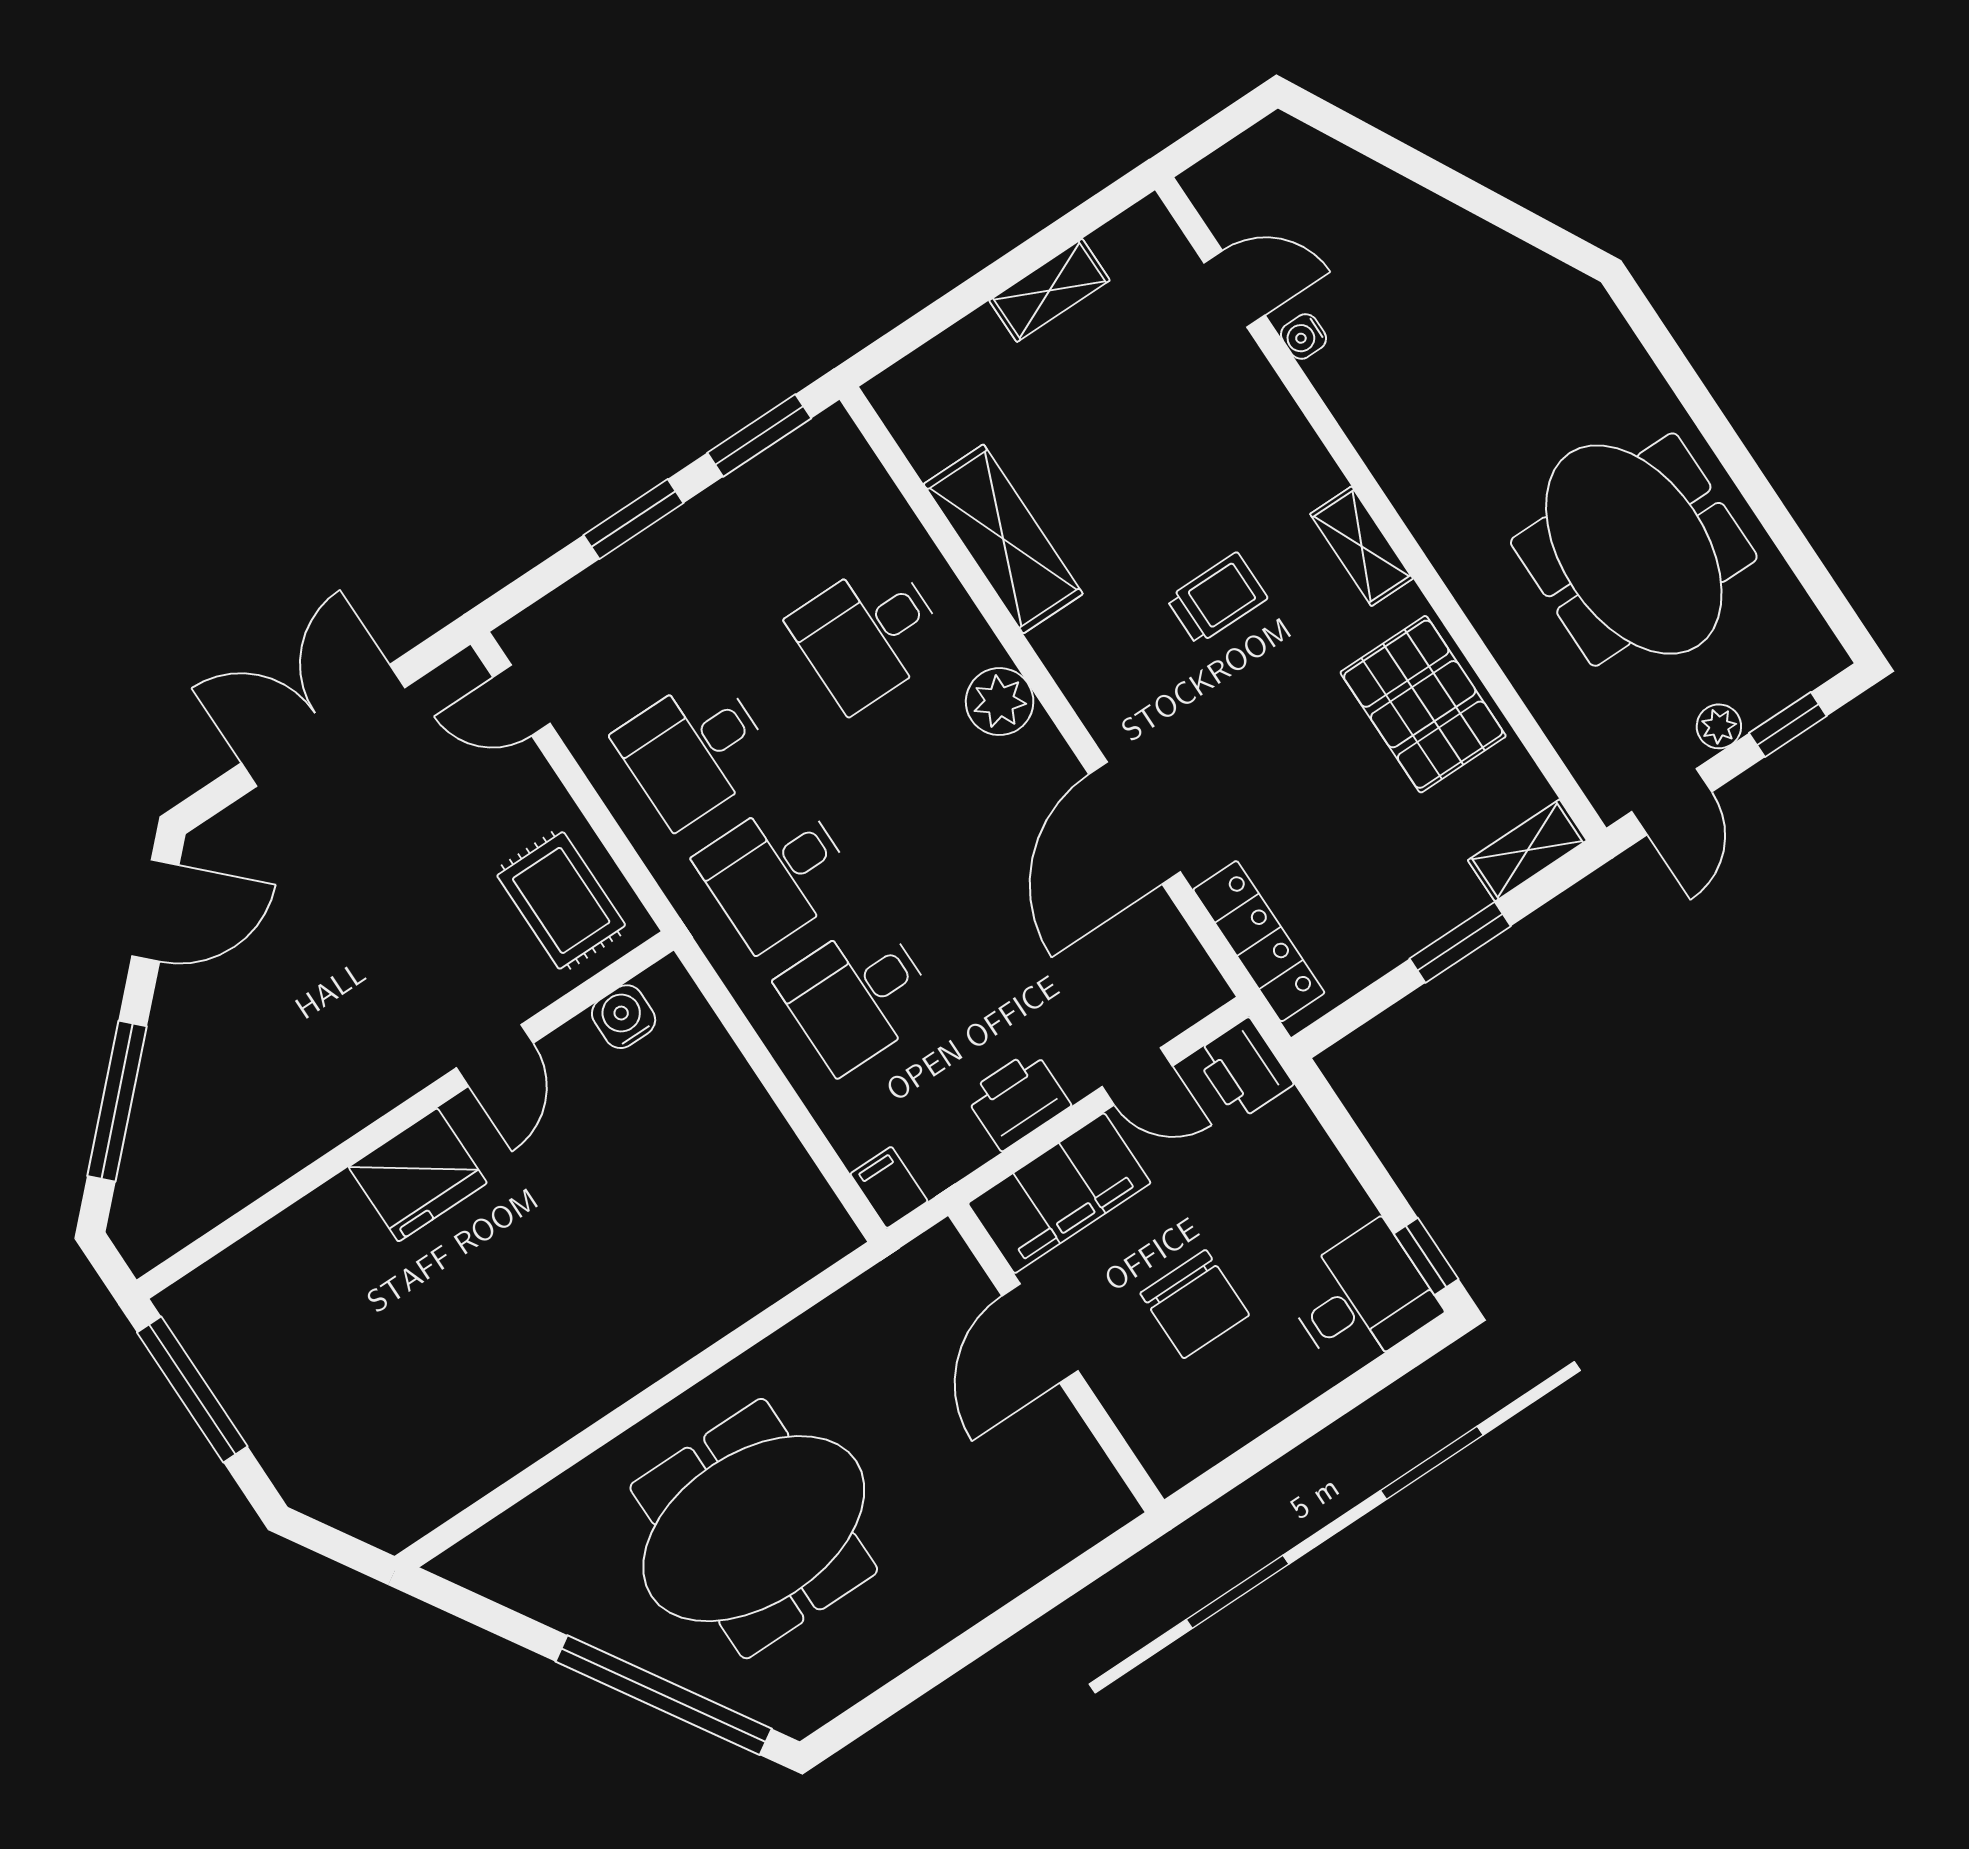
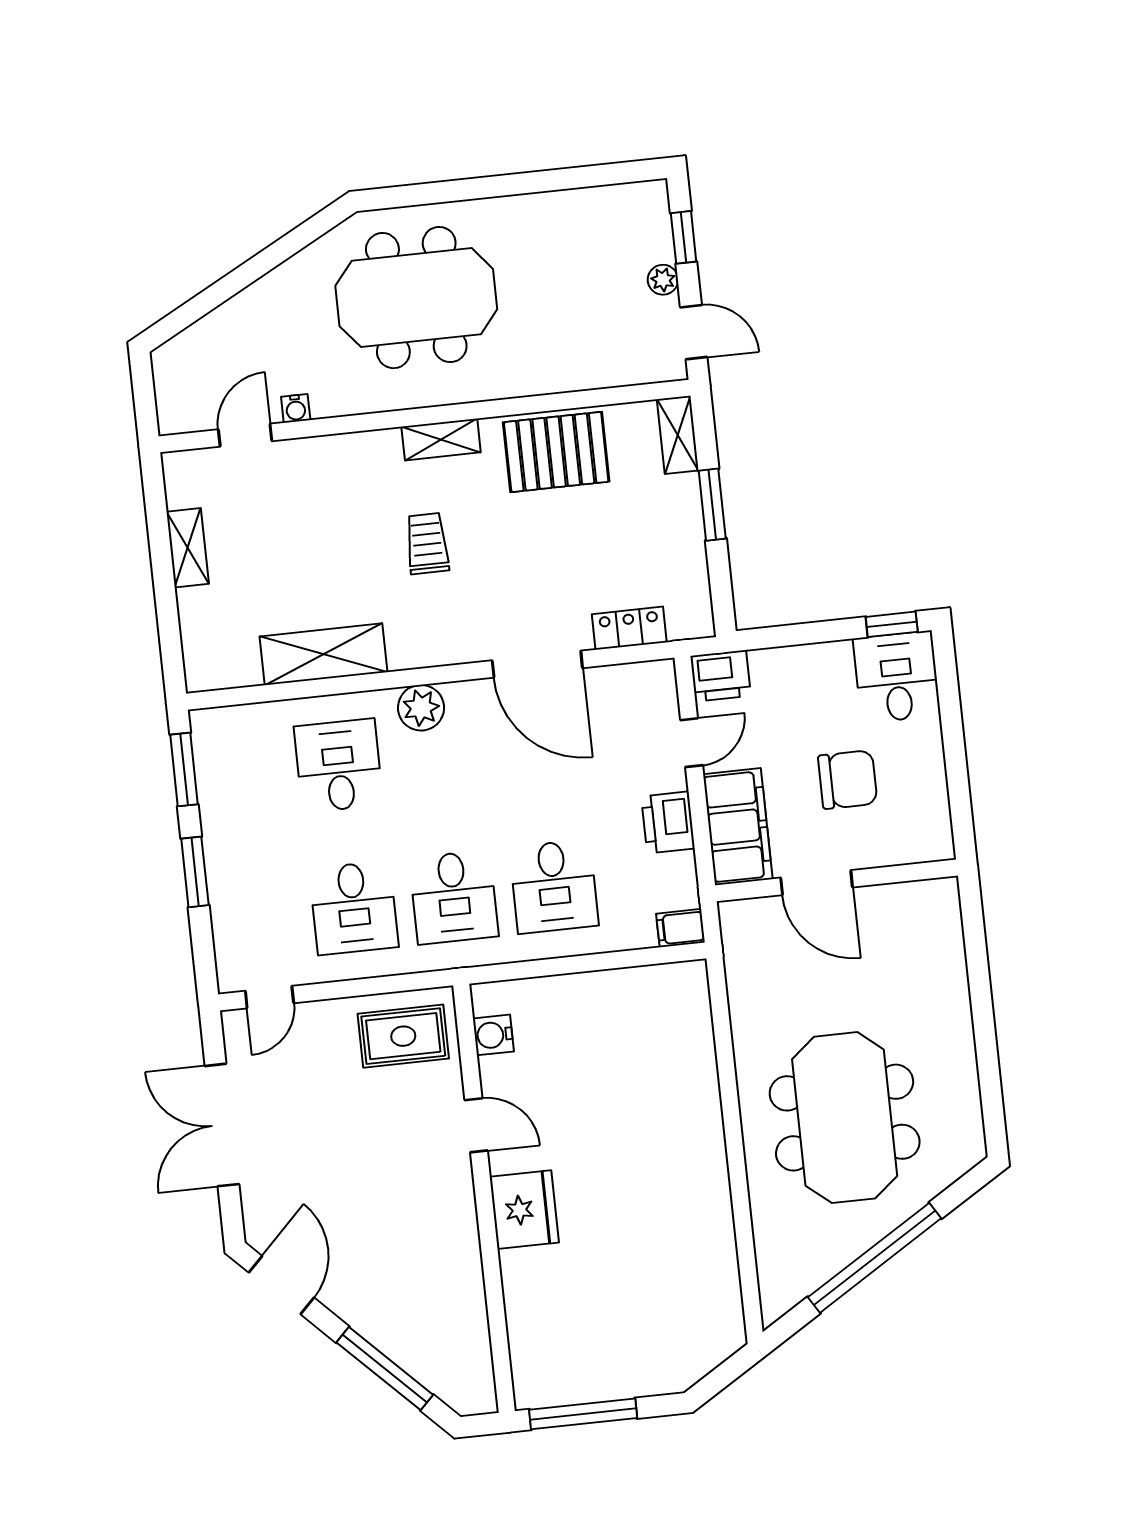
meeting table: (1634, 550) -> (416, 298), moved
desk: (869, 634) -> (339, 766), turned 180
locker: (1259, 941) -> (629, 628), width x0.66
window: (664, 1695) -> (875, 1258), moved

